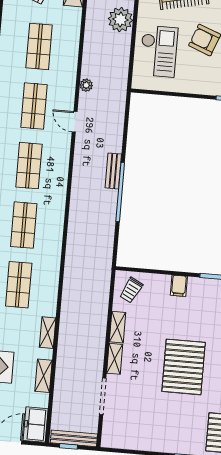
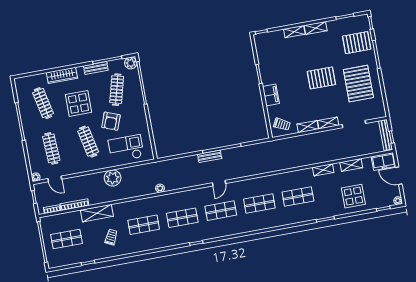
door: (75, 122) -> (219, 183), moved
filing cabinet: (179, 286) -> (271, 95), width x2.00
pallet: (184, 367) -> (321, 78), width x0.73, depth x0.71
pallet: (160, 419) -> (358, 84), added

